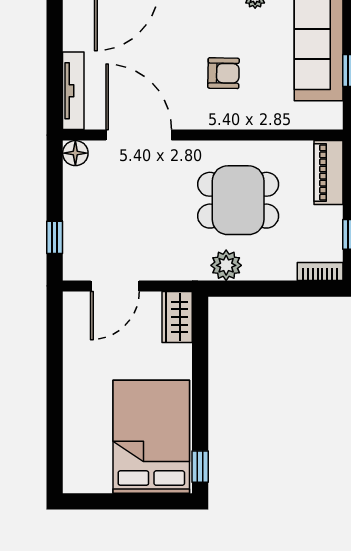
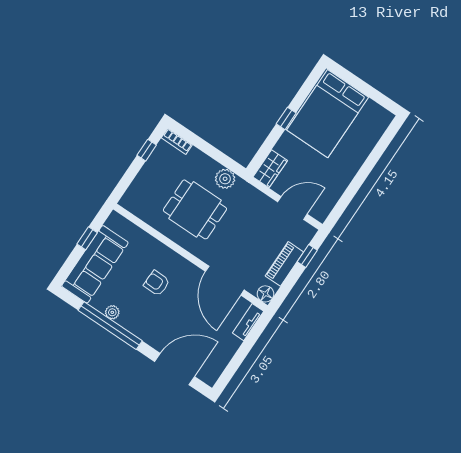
tv unit: (73, 91) -> (248, 322), width x0.71
piano: (329, 173) -> (284, 264), moved, turned 180
window: (200, 467) -> (286, 118), moved

